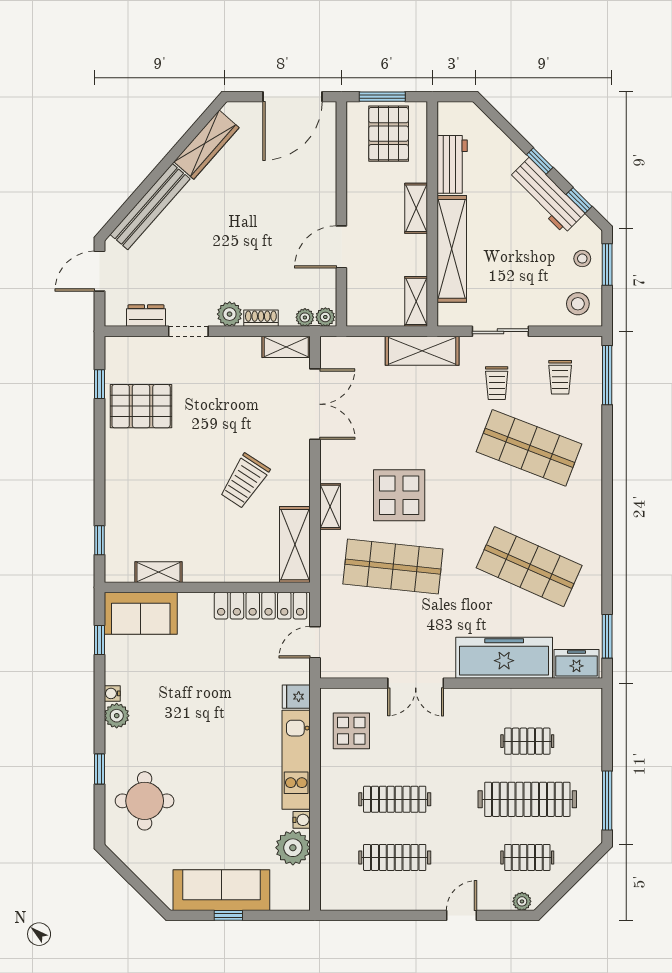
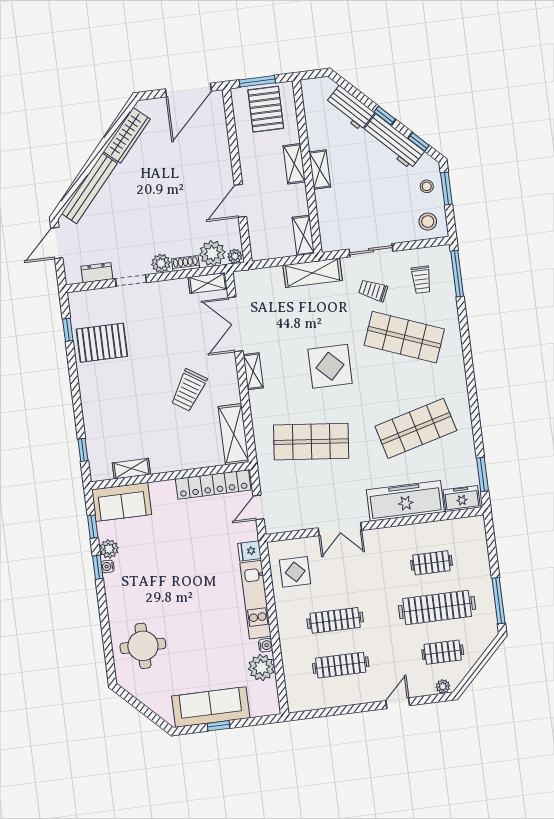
workbench: (452, 164) -> (350, 108), moved, turned 135
shelving: (452, 249) -> (320, 169), width x0.45, depth x0.75
plant: (305, 317) -> (212, 253), width x1.87, depth x1.87
trolley: (497, 383) -> (373, 290), turned 115
double door: (315, 404) -> (235, 324), swing flipped
display table: (399, 495) -> (330, 366), moved
shelving: (330, 506) -> (253, 371), moved
shop shelf: (529, 567) -> (416, 428), turned -39
plant: (117, 716) -> (109, 549), moved
window: (100, 769) -> (98, 567), moved

